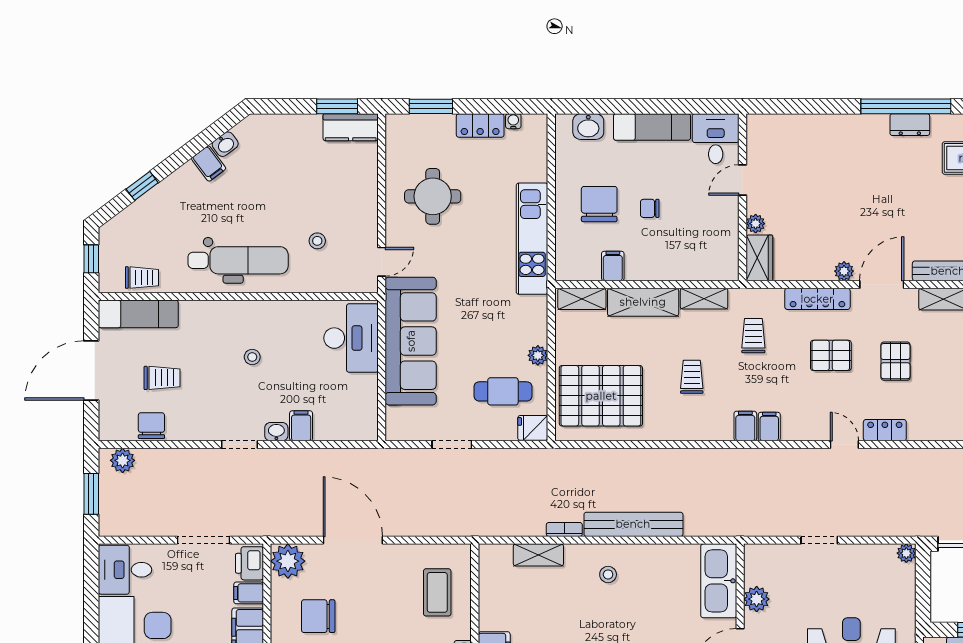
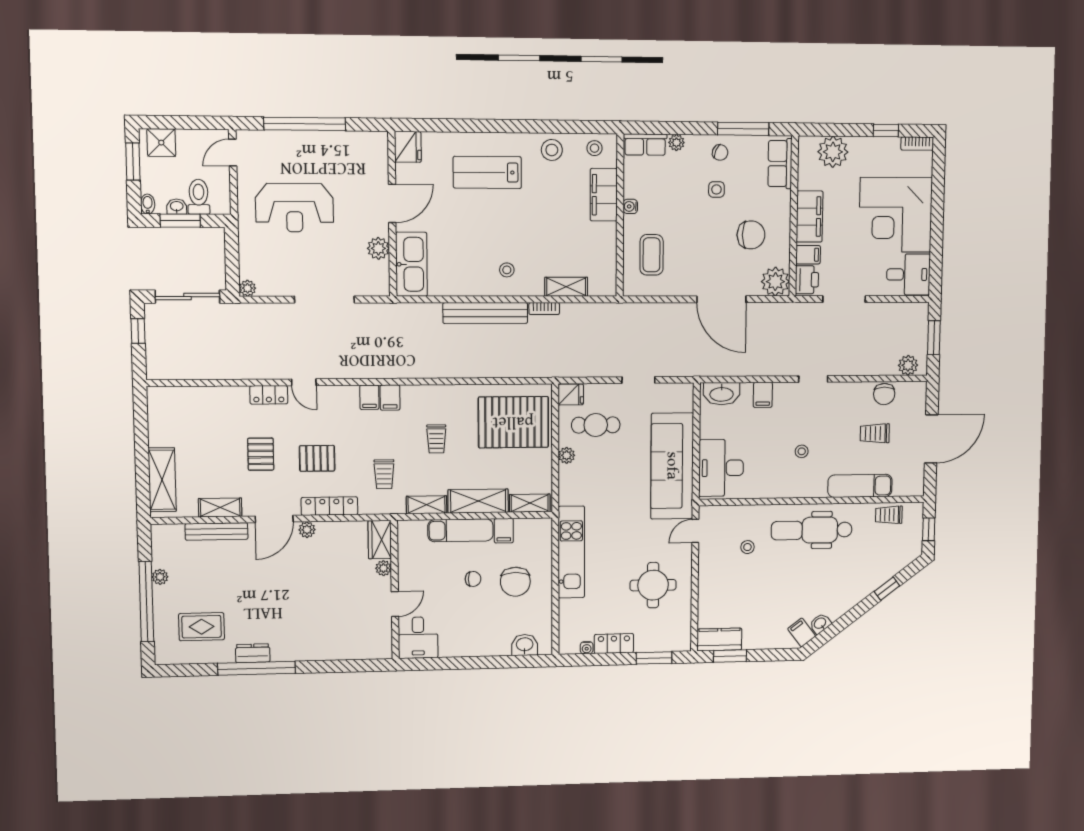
exam couch: (652, 127) -> (460, 530), moved, turned 180
filing cabinet: (209, 163) -> (802, 632), moved
exam couch: (138, 314) -> (860, 486), moved
washbasin: (276, 432) -> (722, 394), moved, width x1.91, depth x1.45
doorway: (819, 540) -> (324, 300), width x1.87

